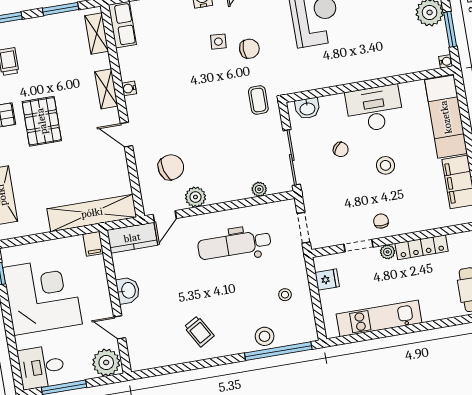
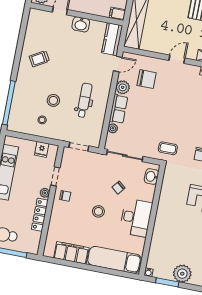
chair: (171, 167) -> (147, 79), turned -73
row of seats: (229, 191) -> (119, 109), added
door: (165, 216) -> (118, 64), swing flipped
dental chair: (234, 245) -> (84, 100), width x0.73, depth x0.72
stool: (265, 336) -> (53, 100), moved

